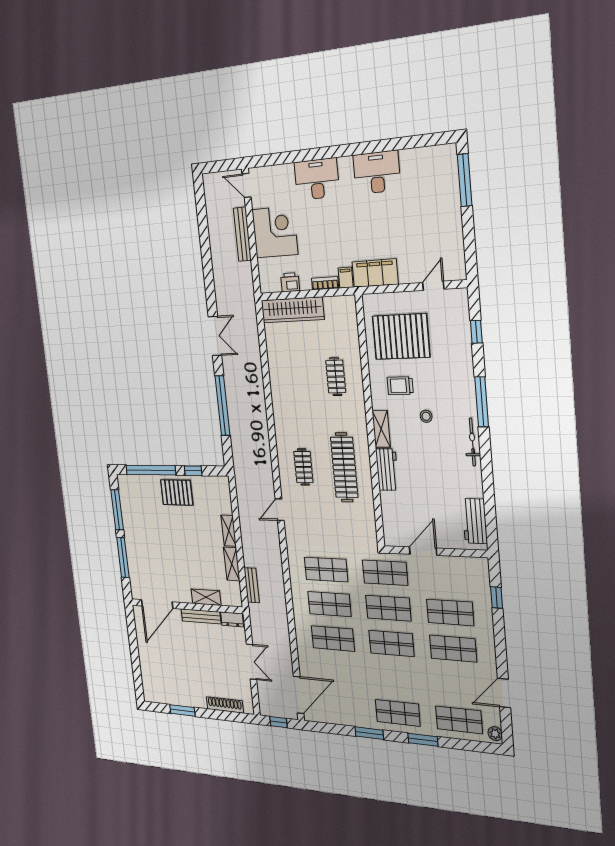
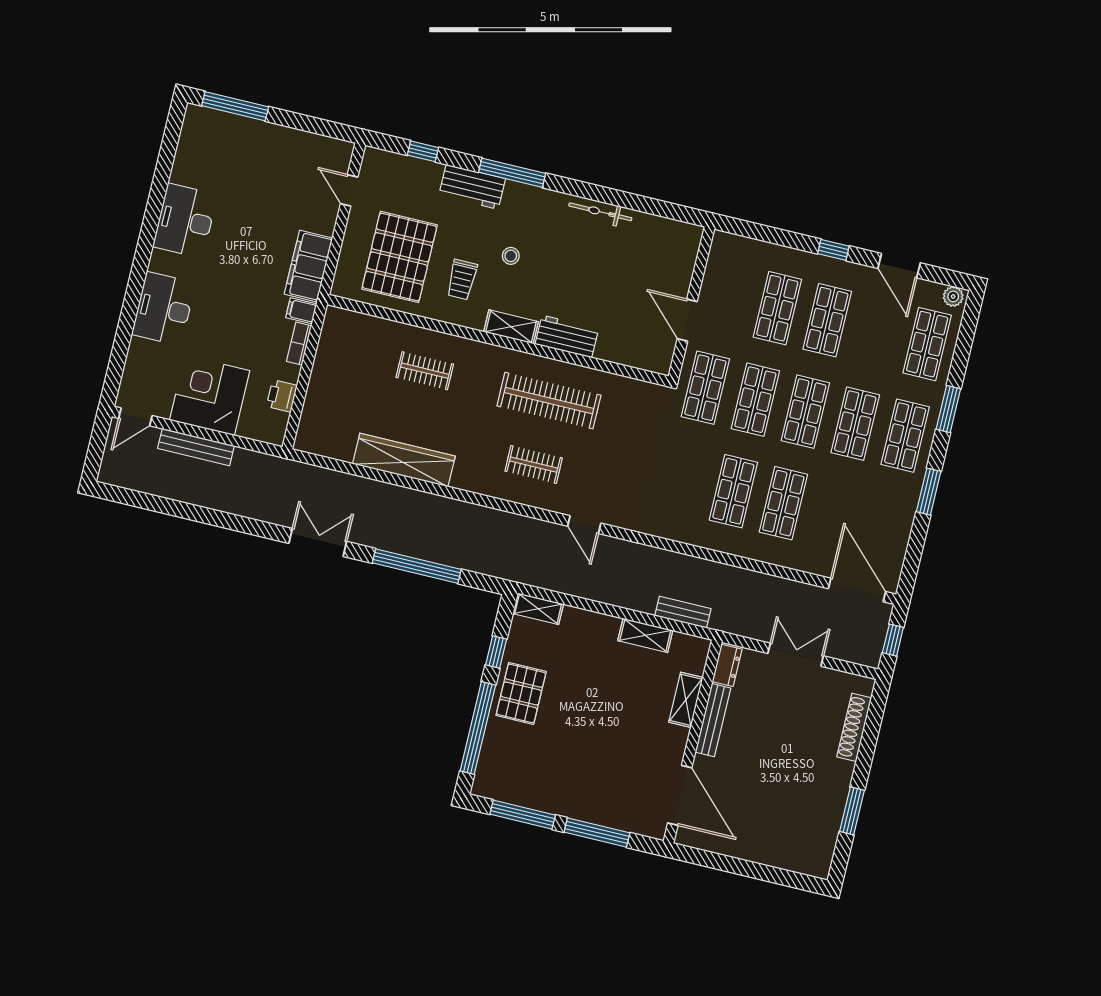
wardrobe: (292, 310) -> (404, 460), moved, turned -90
bicycle: (472, 442) -> (600, 212), moved
workbench: (475, 521) -> (472, 187), moved
shelving: (229, 531) -> (538, 609), moved
shop shelf: (326, 569) -> (855, 424), moved
window: (497, 597) -> (833, 250), moved

